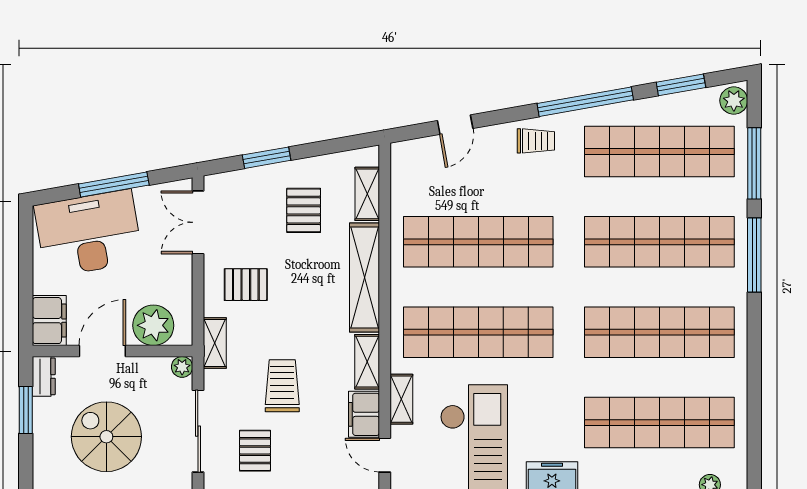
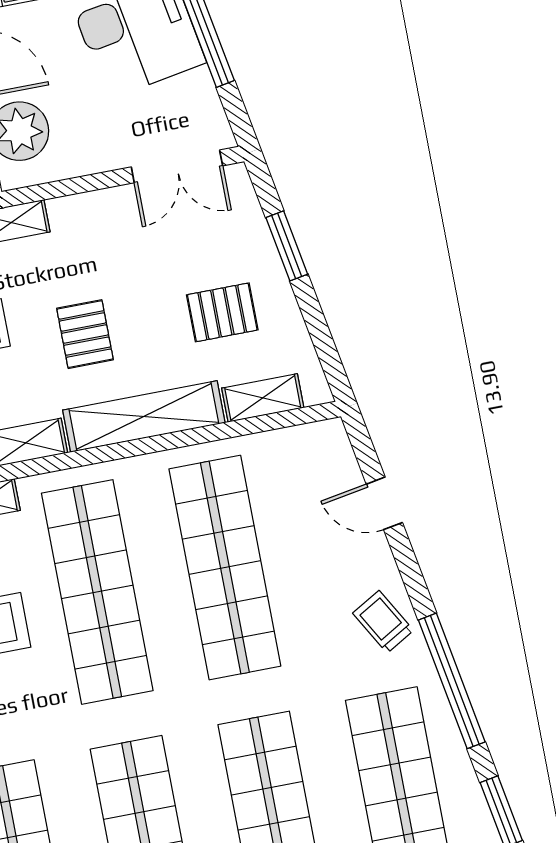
trolley: (536, 141) -> (383, 622), turned 150
double door: (198, 222) -> (177, 166), swing flipped
pallet: (246, 285) -> (85, 334), moved

